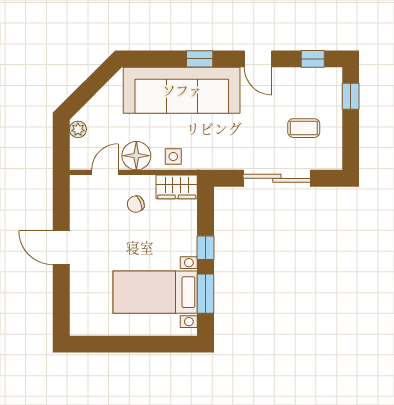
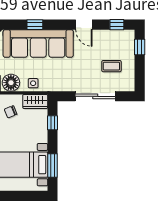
window: (200, 59) -> (35, 25), moved
window: (206, 248) -> (52, 123), moved

